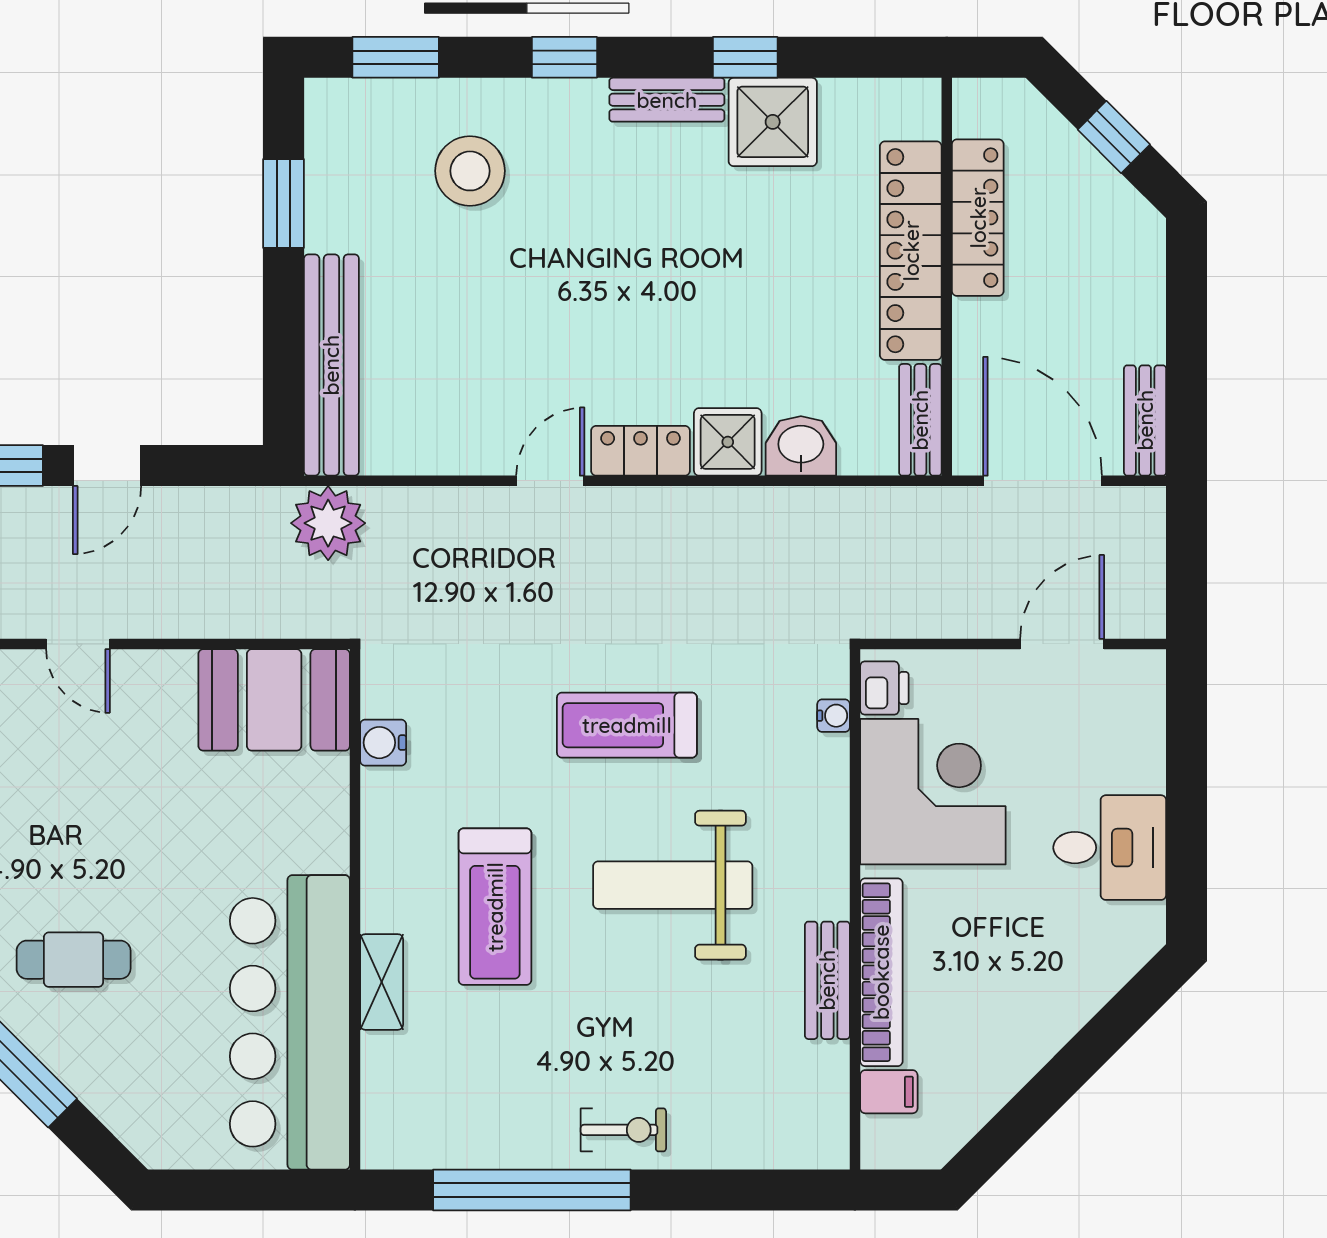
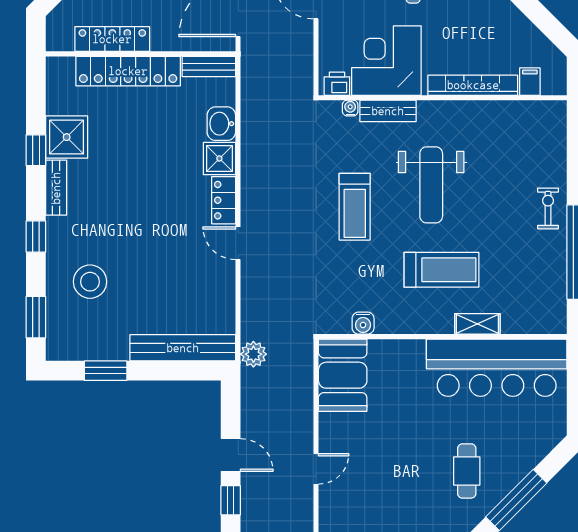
plant: (328, 523) -> (253, 354), width x0.73, depth x0.73
bench: (827, 980) -> (388, 111), moved

